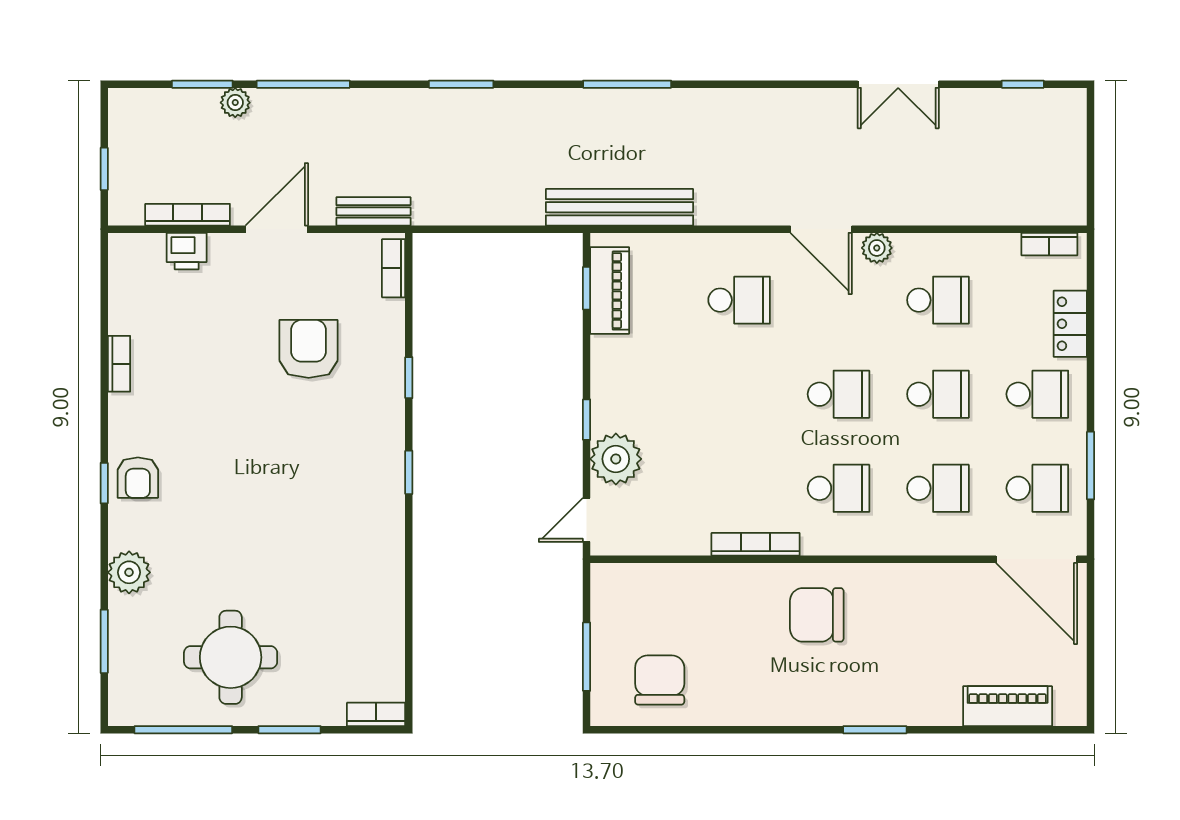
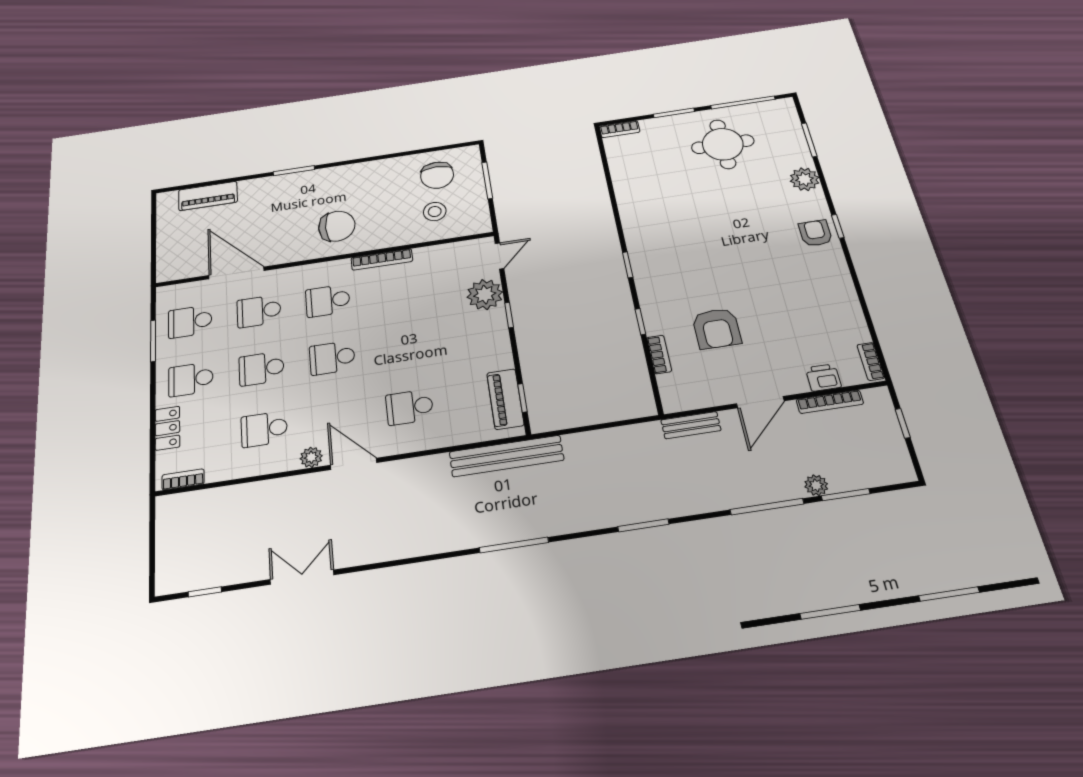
bookcase: (394, 268) -> (659, 354), moved
bookcase: (119, 364) -> (871, 361), moved
door: (1037, 559) -> (237, 273), moved
stool: (670, 614) -> (435, 212), added

